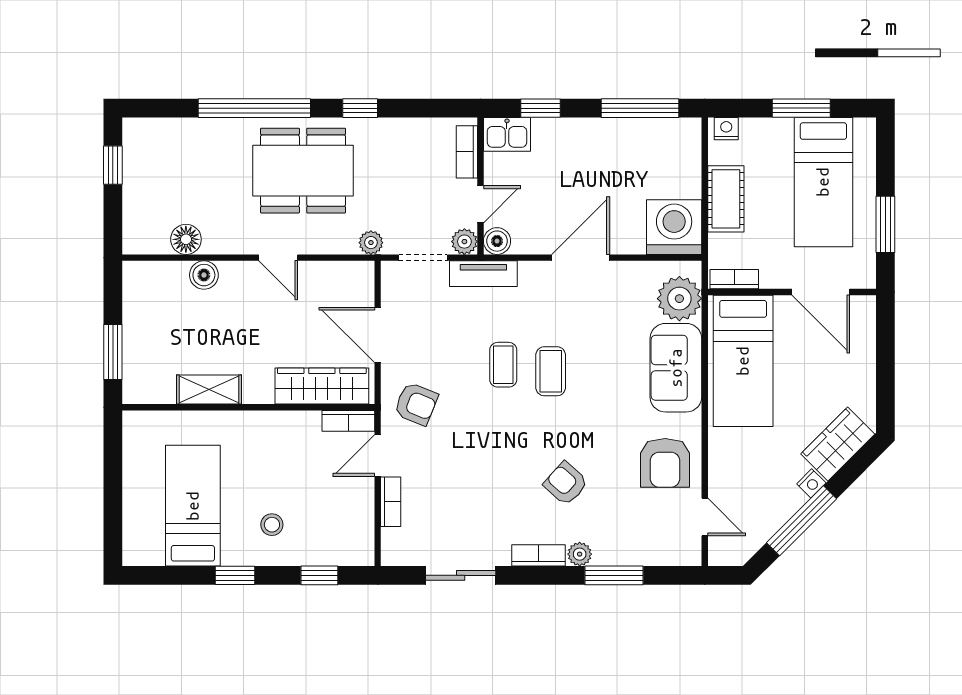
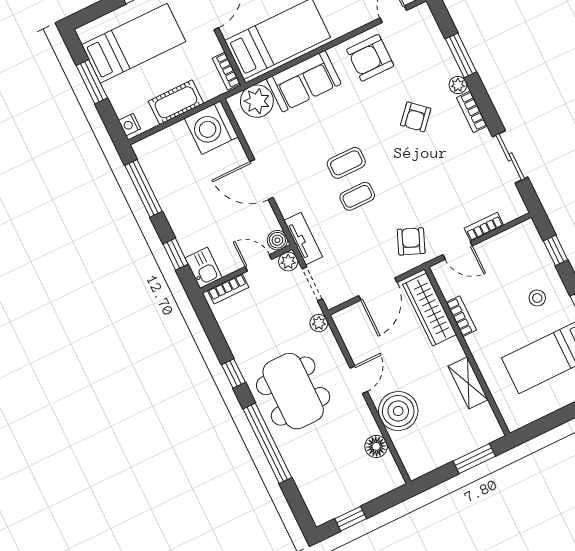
boiler: (204, 275) -> (398, 411), width x1.86, depth x1.86
bookcase: (348, 421) -> (461, 316), moved
armchair: (665, 463) -> (370, 58), turned 180

